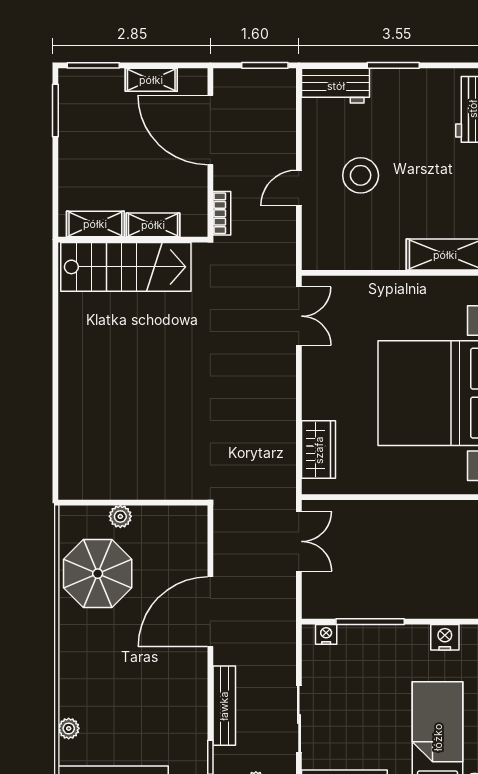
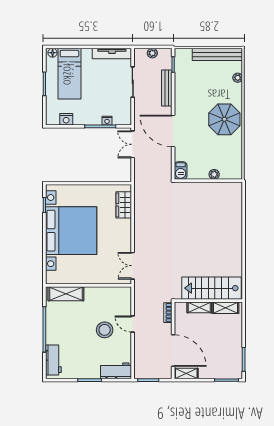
shelving: (151, 80) -> (186, 373), moved
door: (299, 188) -> (133, 324), swing flipped
barbecue: (194, 525) -> (181, 171), added
double door: (299, 541) -> (133, 144), moved
parasol: (98, 574) -> (224, 119), moved
door: (210, 612) -> (173, 131), swing flipped
nightstand: (326, 634) -> (107, 121), moved

